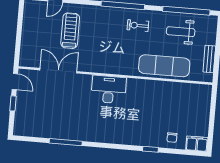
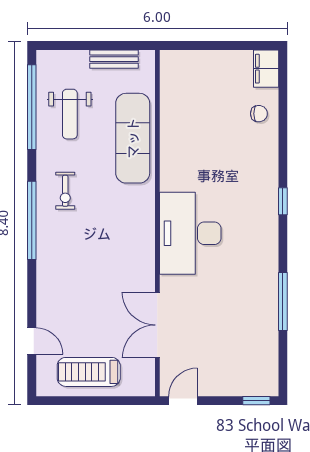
treadmill: (70, 31) -> (89, 372), moved
desk: (109, 89) -> (190, 233), width x1.36, depth x1.30
window: (13, 103) -> (256, 401), moved
window: (150, 149) -> (283, 201), moved

